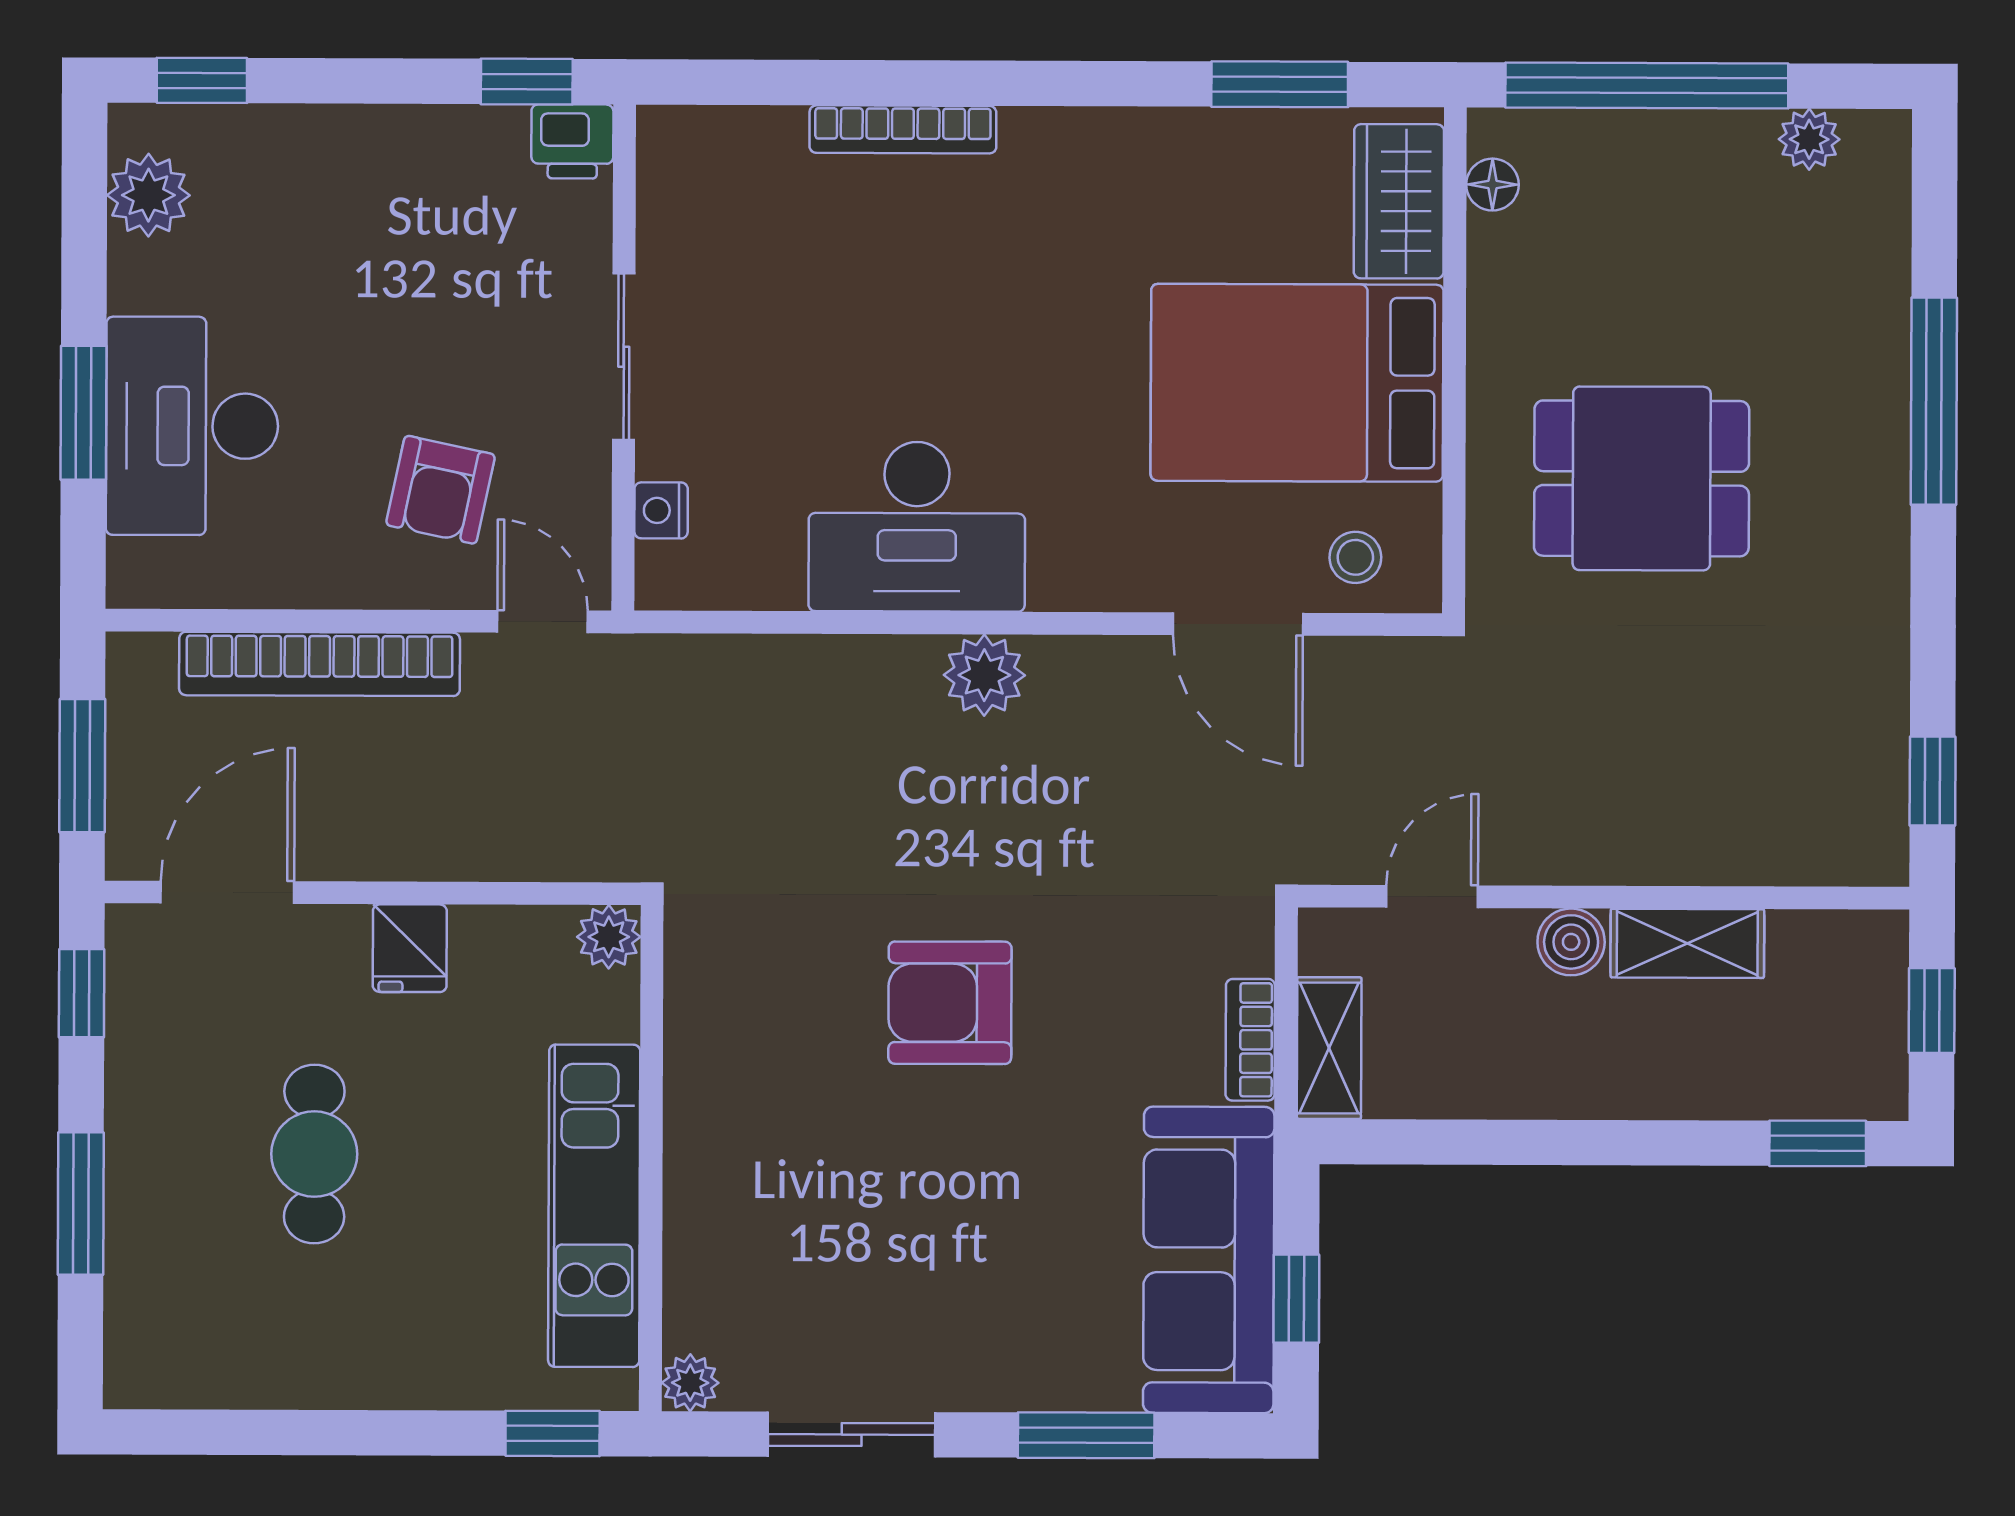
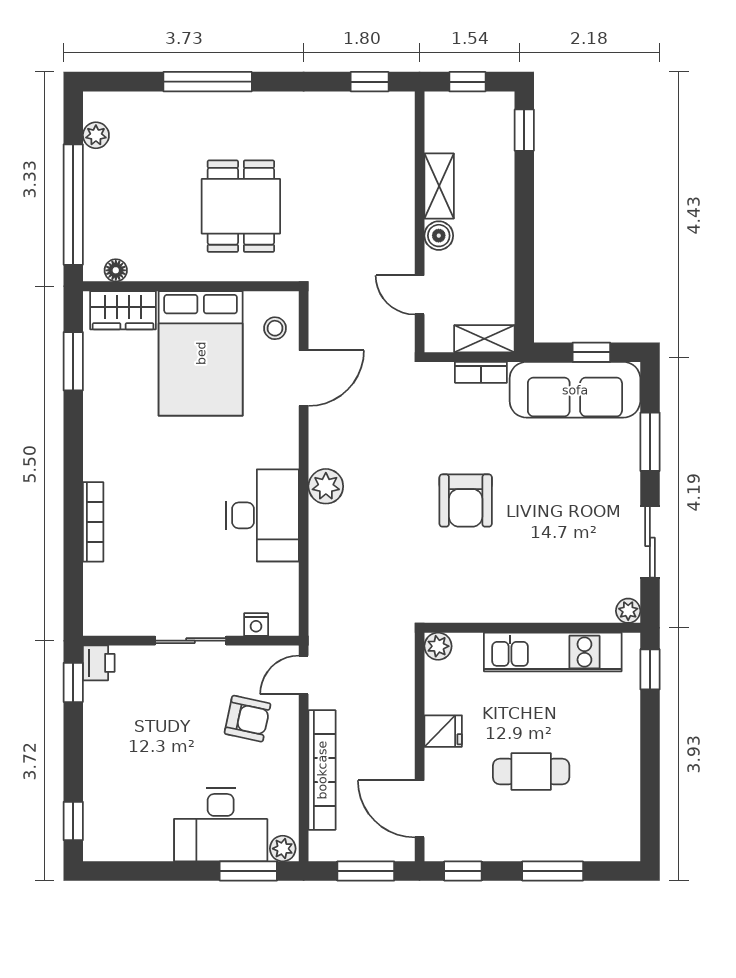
plant: (148, 195) -> (283, 849), moved, width x0.73, depth x0.73
window: (84, 413) -> (248, 871), moved

